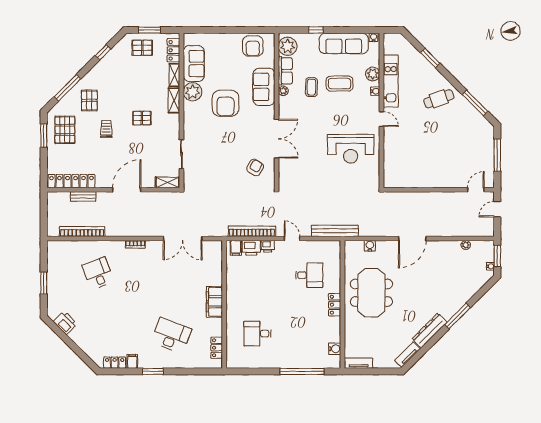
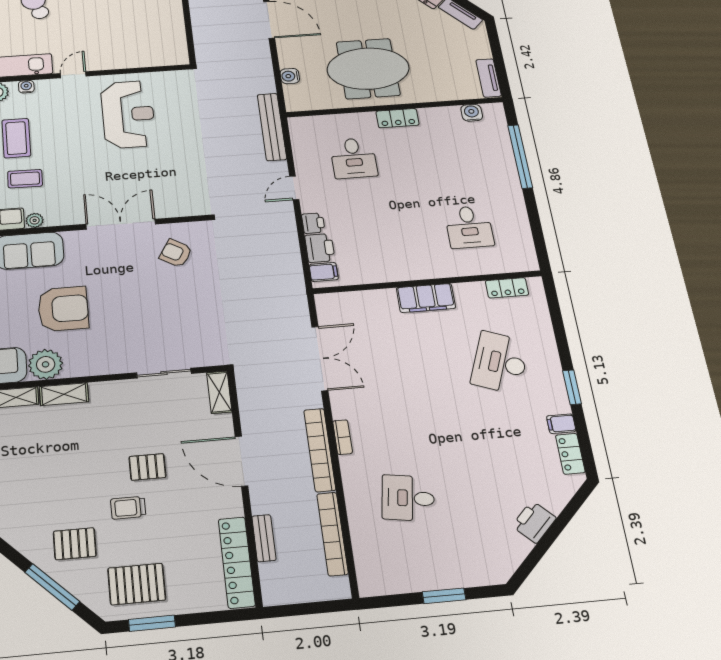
pallet: (142, 118) -> (147, 467), moved, turned 90
bookcase: (252, 231) -> (320, 450), moved
desk: (98, 273) -> (408, 498), turned 30
desk: (309, 275) -> (354, 158), turned 180
printer: (65, 323) -> (534, 522), moved

